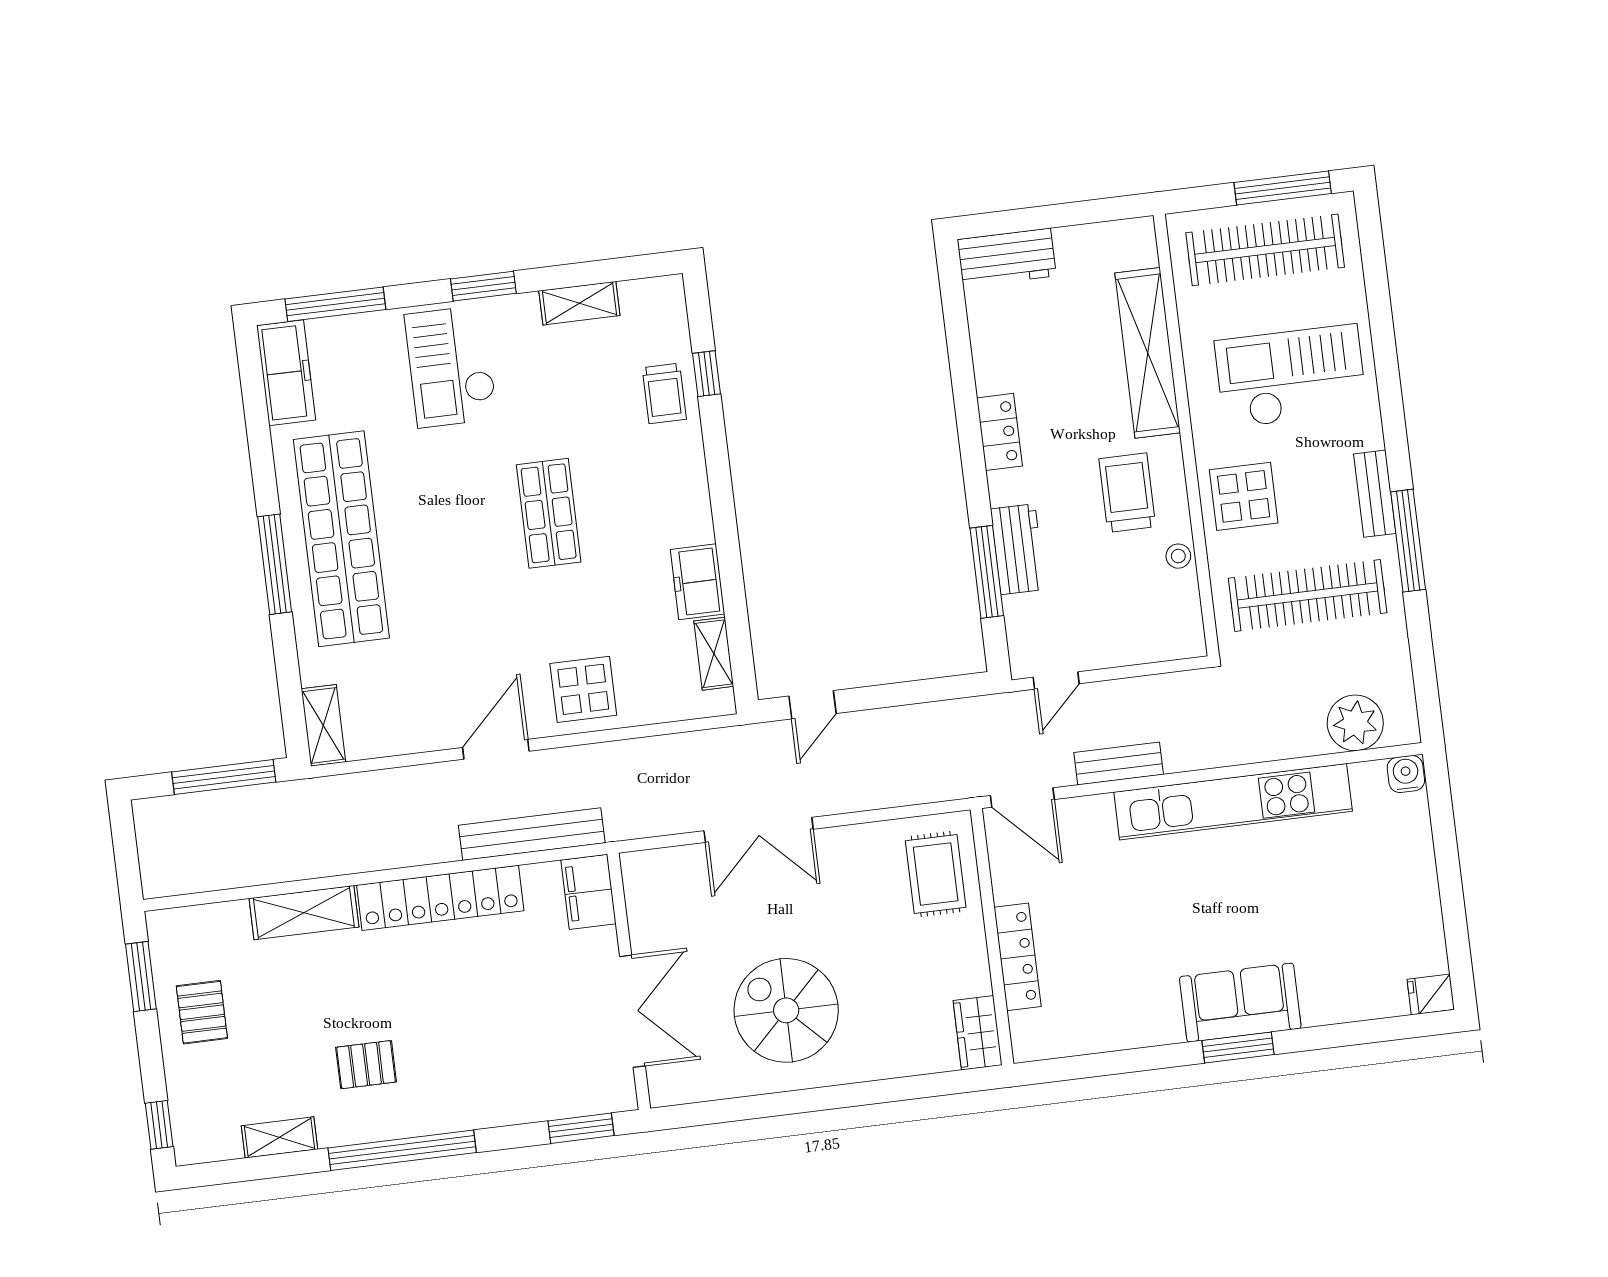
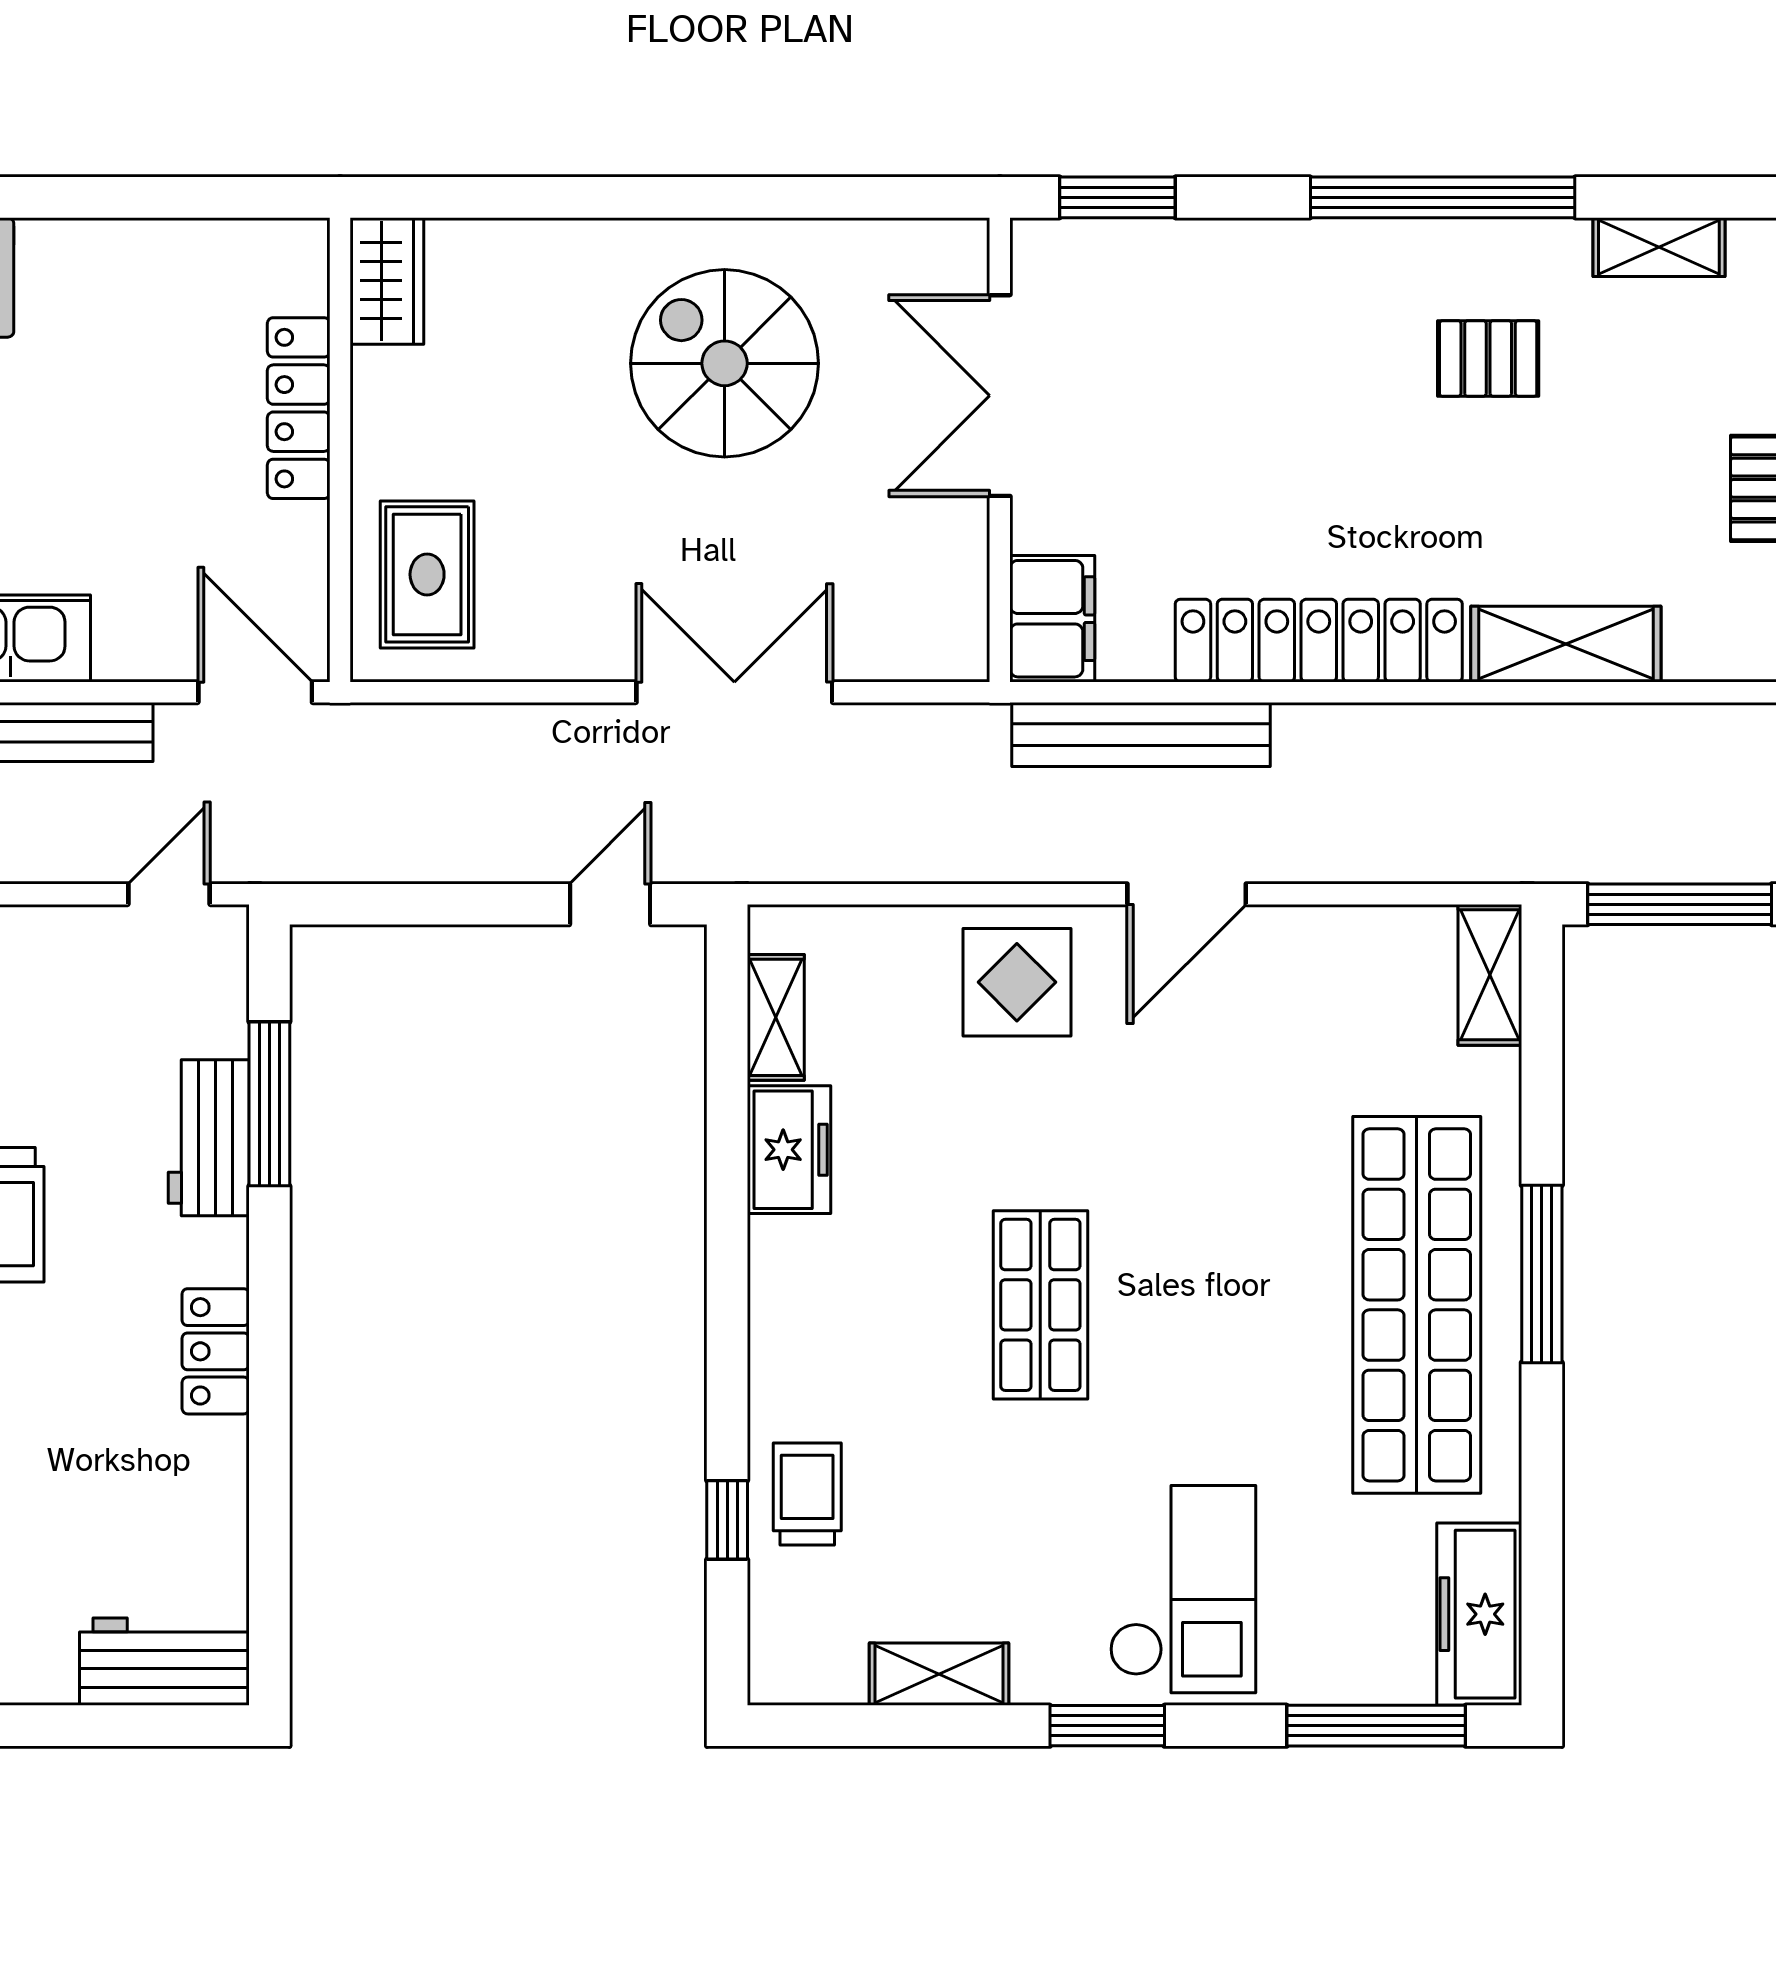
spiral stairs: (786, 1010) -> (725, 363), turned 180

